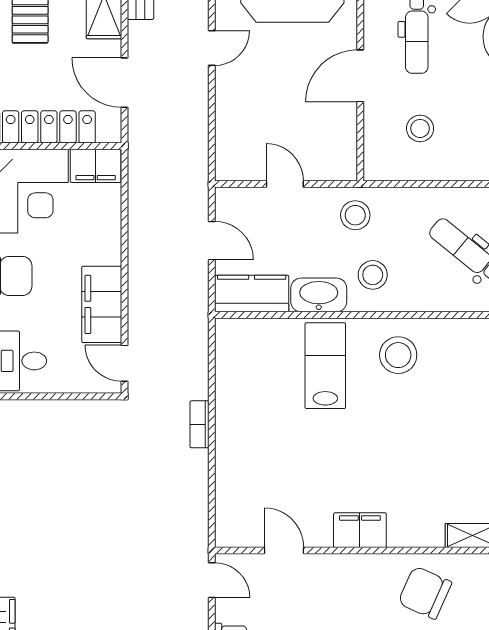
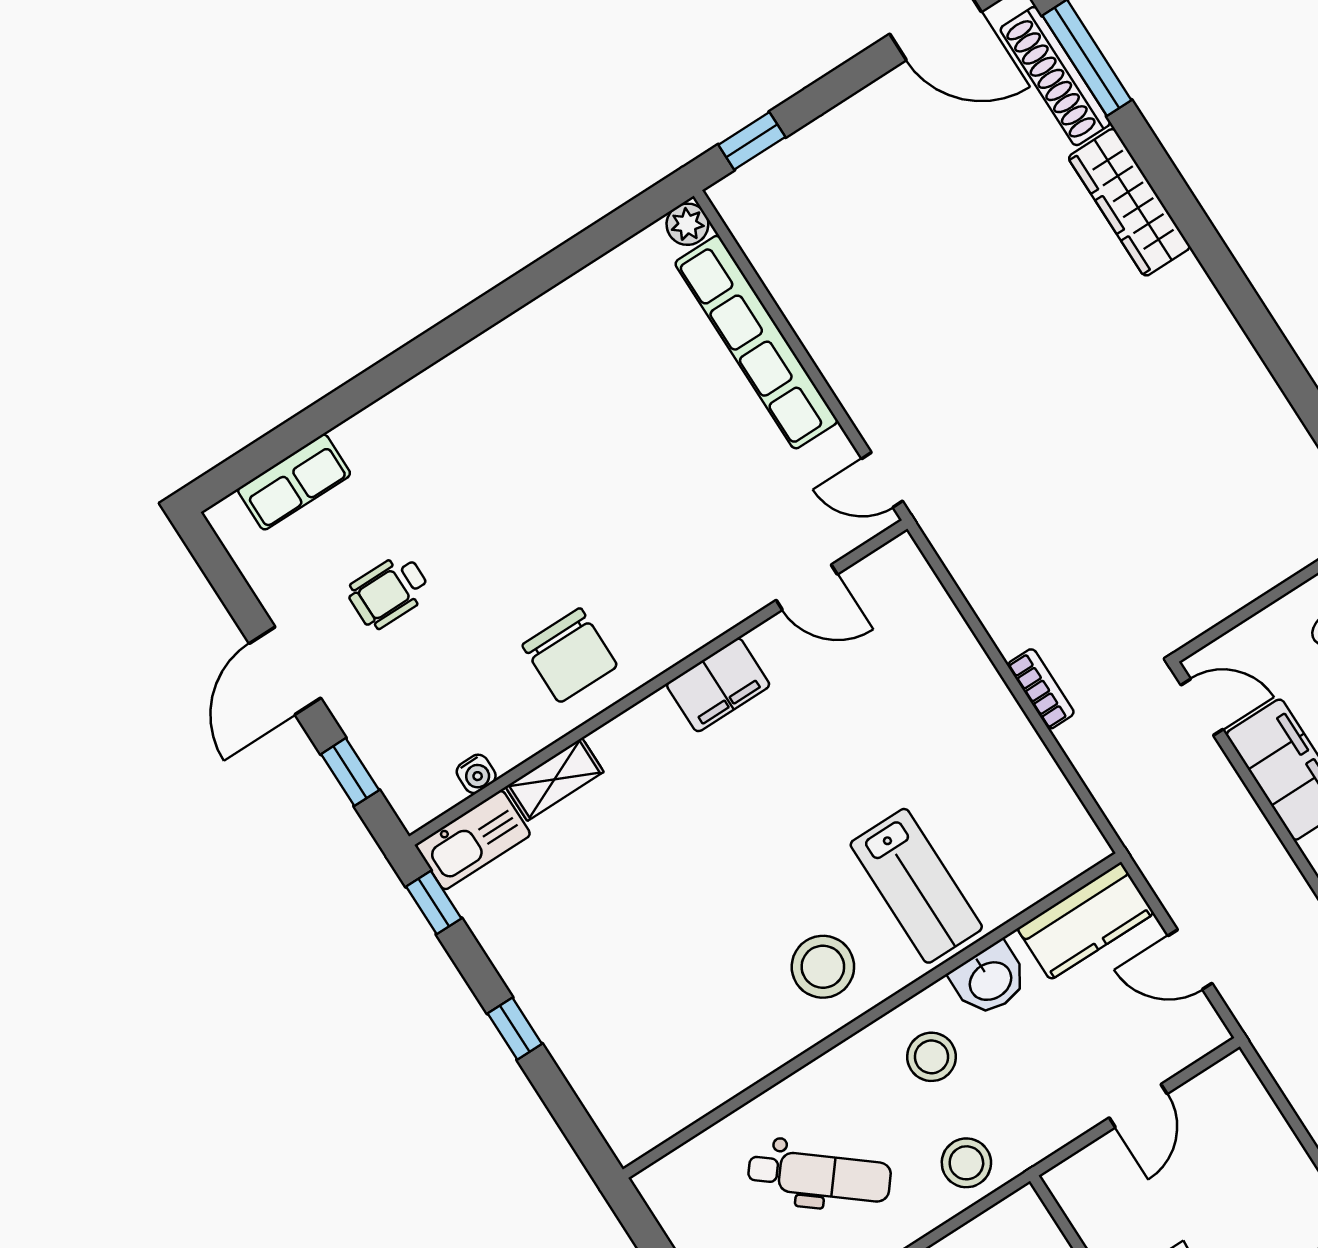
door: (285, 184) -> (1138, 1106), hinge flipped
stool: (355, 215) -> (966, 1163), moved
washbasin: (319, 295) -> (990, 980), width x0.72
chair: (425, 593) -> (570, 655), turned 66

